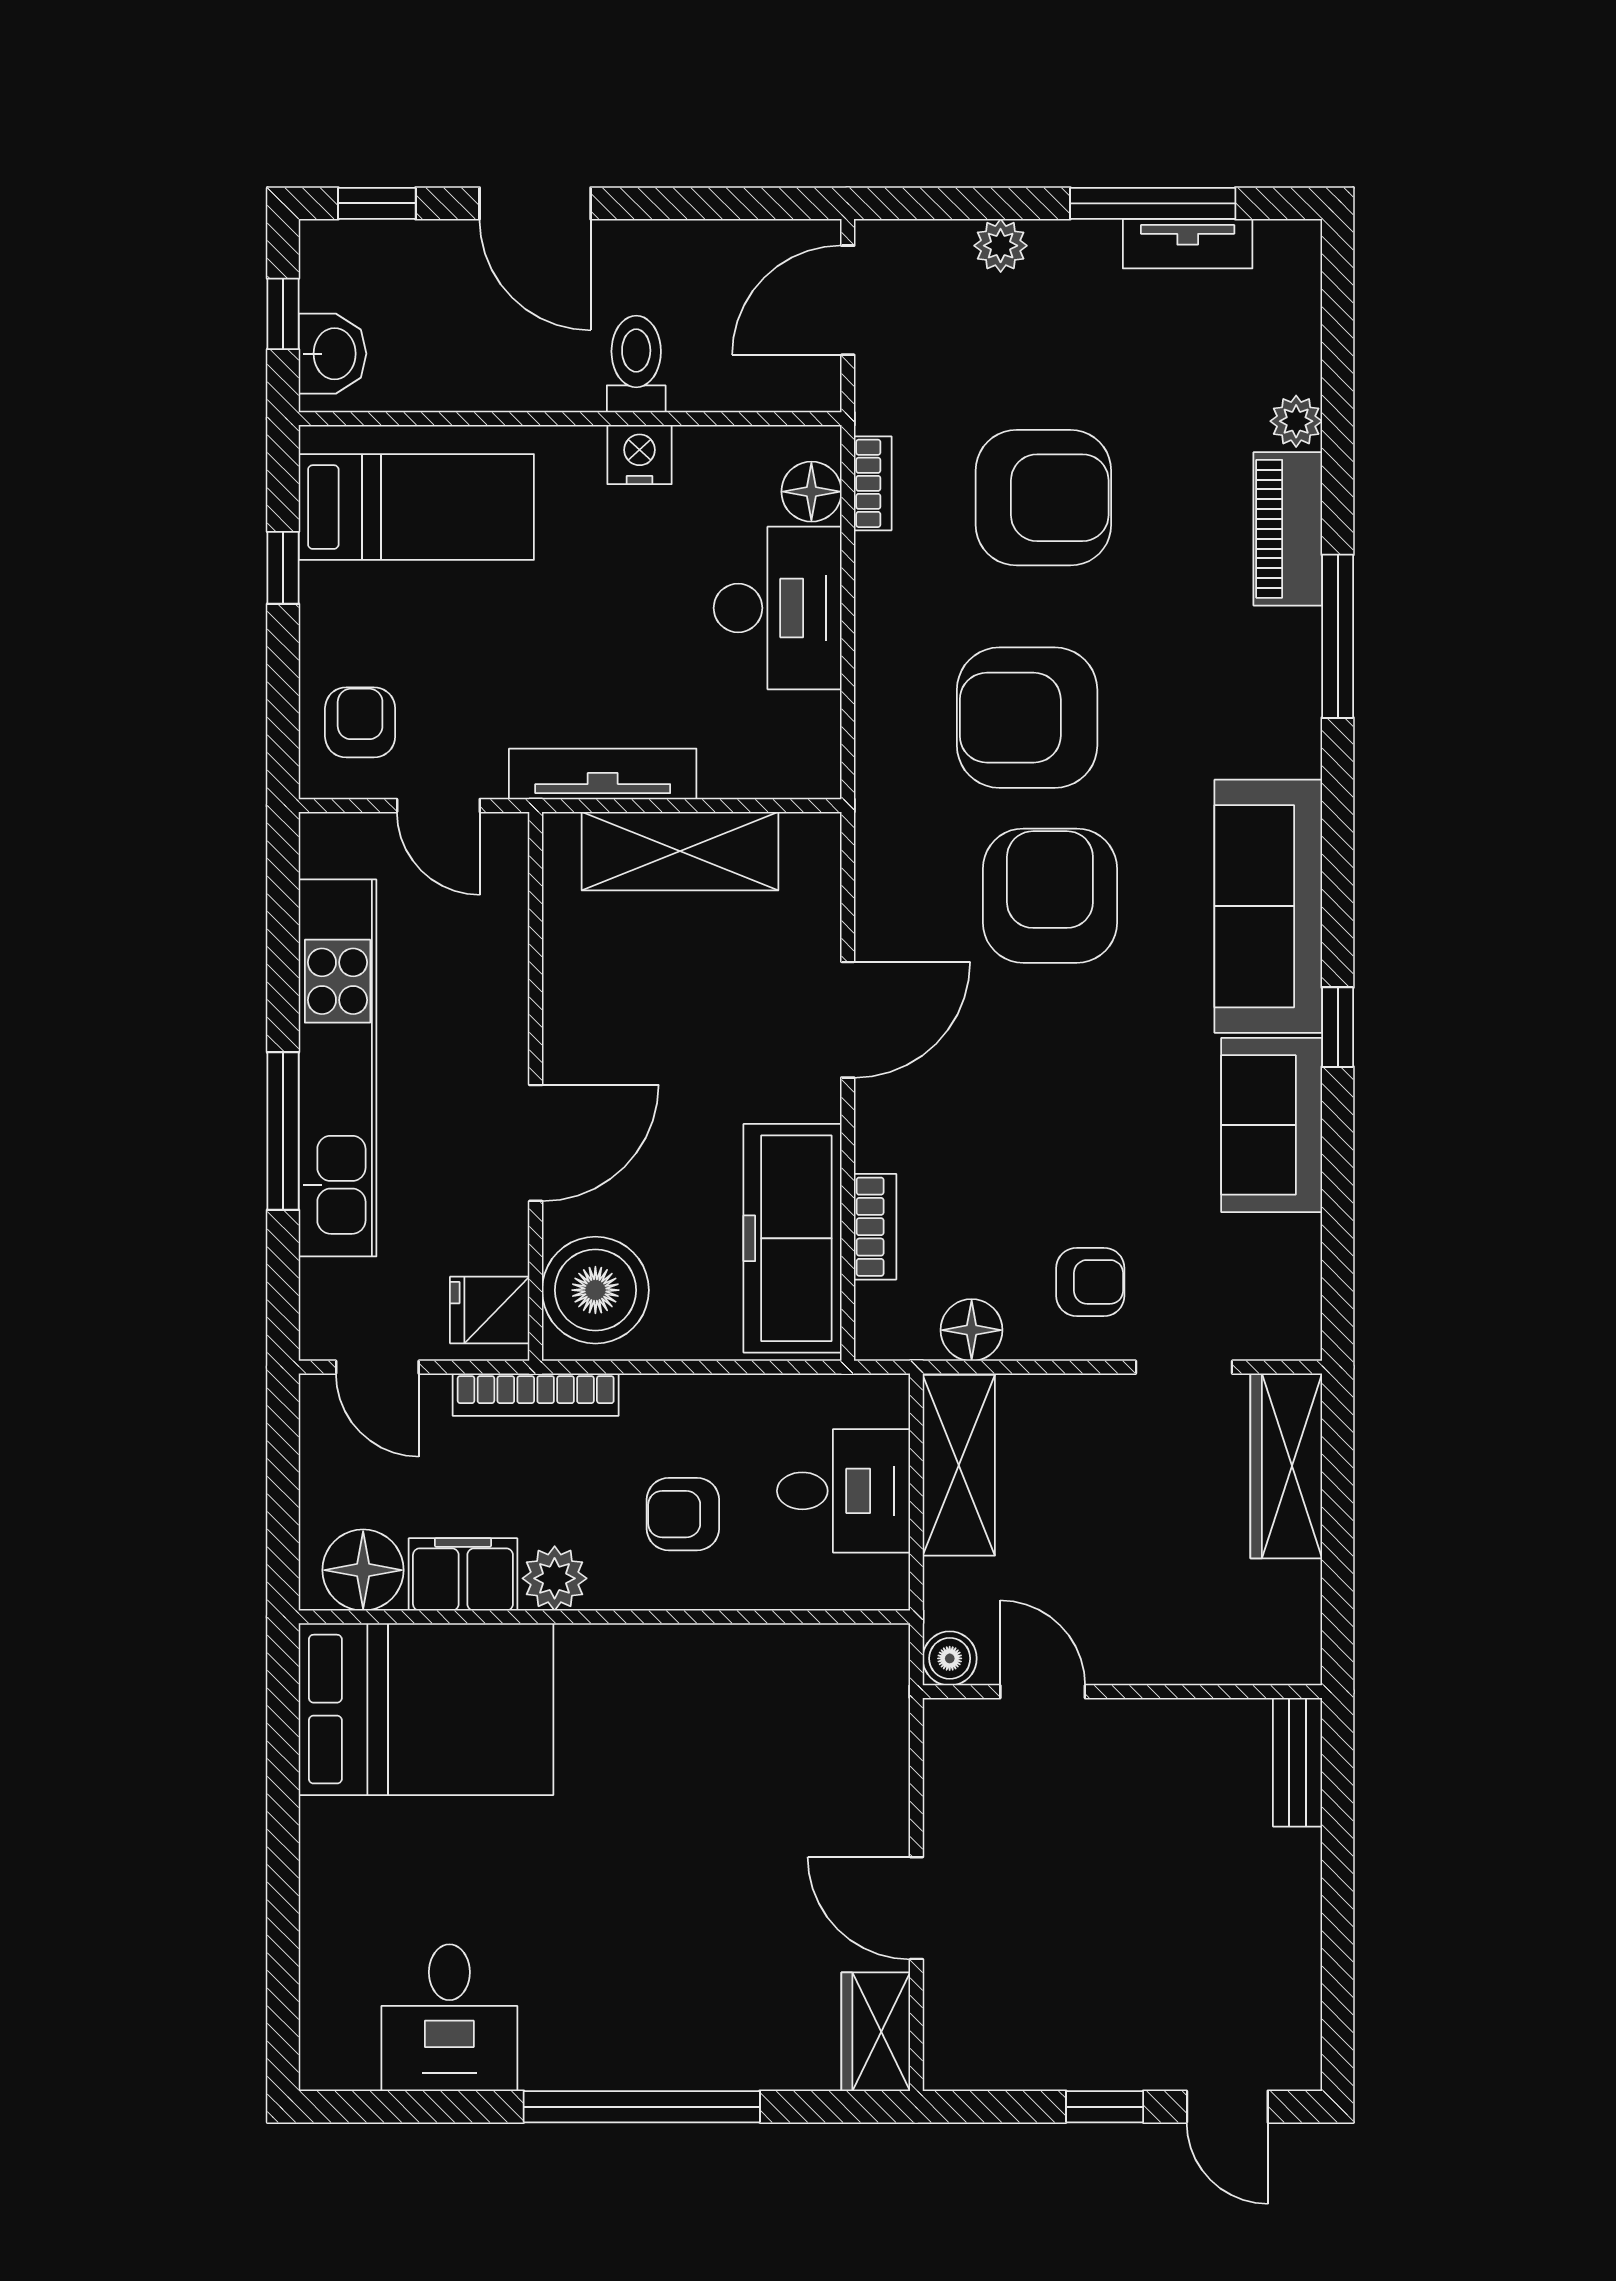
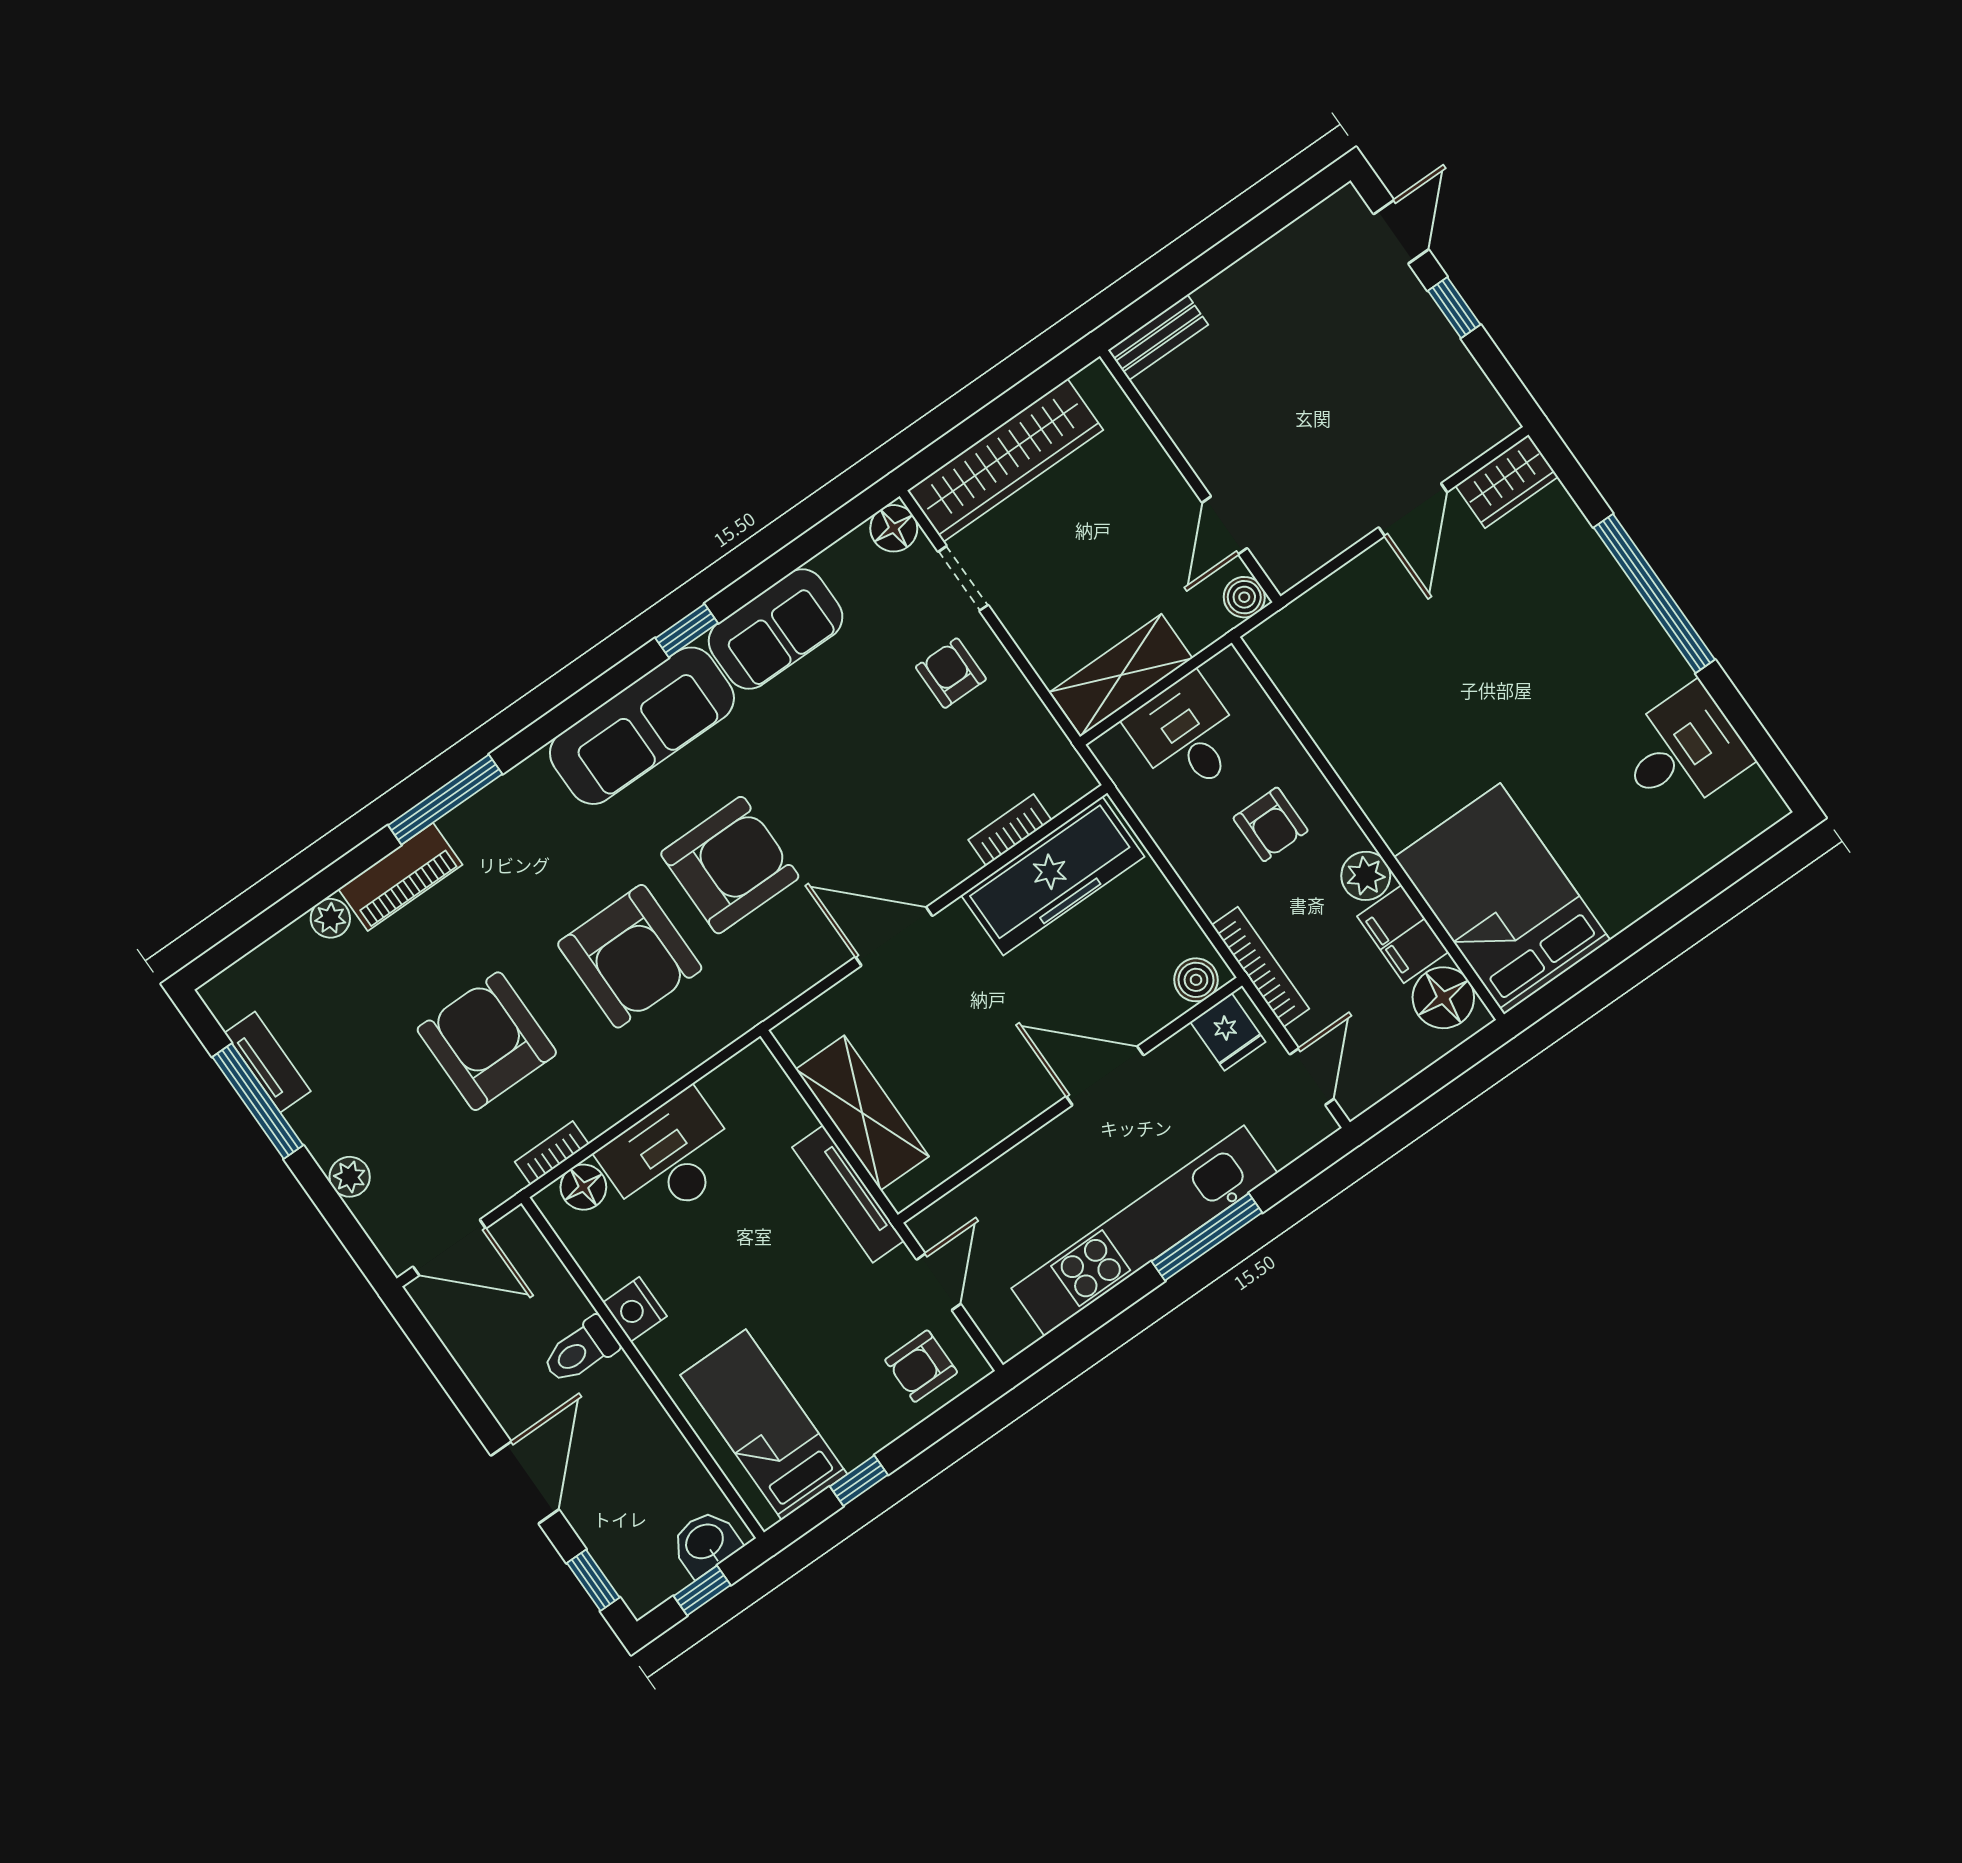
armchair: (1050, 896) -> (730, 865), turned 180
boiler: (595, 1290) -> (1196, 980), width x0.54, depth x0.54
floor lamp: (972, 1330) -> (894, 528), moved
wardrobe: (1286, 1466) -> (1005, 460), width x1.40, depth x1.17

